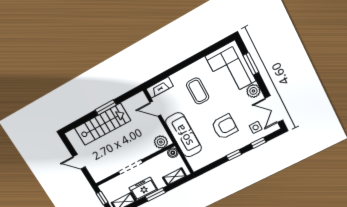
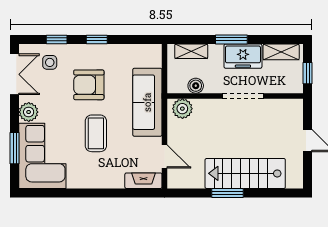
coffee table: (198, 91) -> (96, 133), moved
boiler: (173, 153) -> (196, 86), moved

